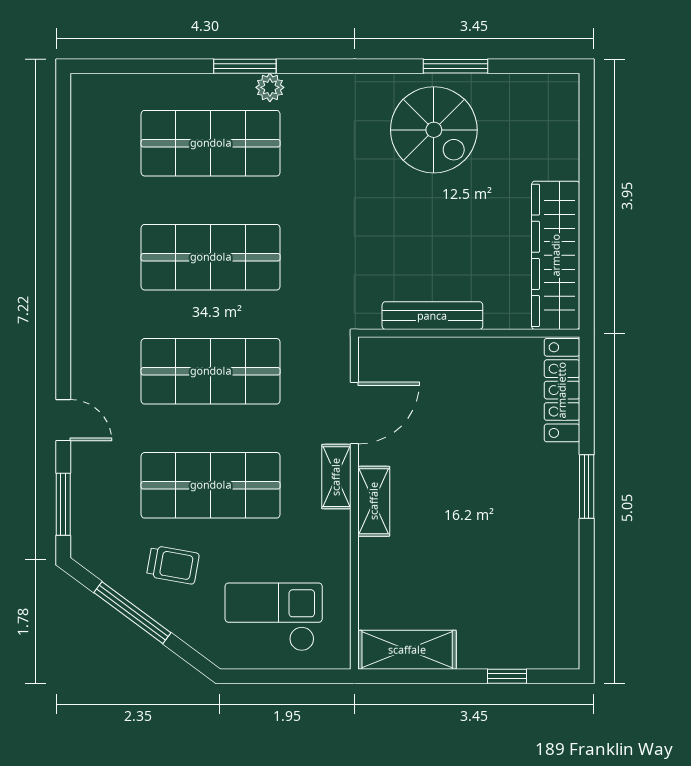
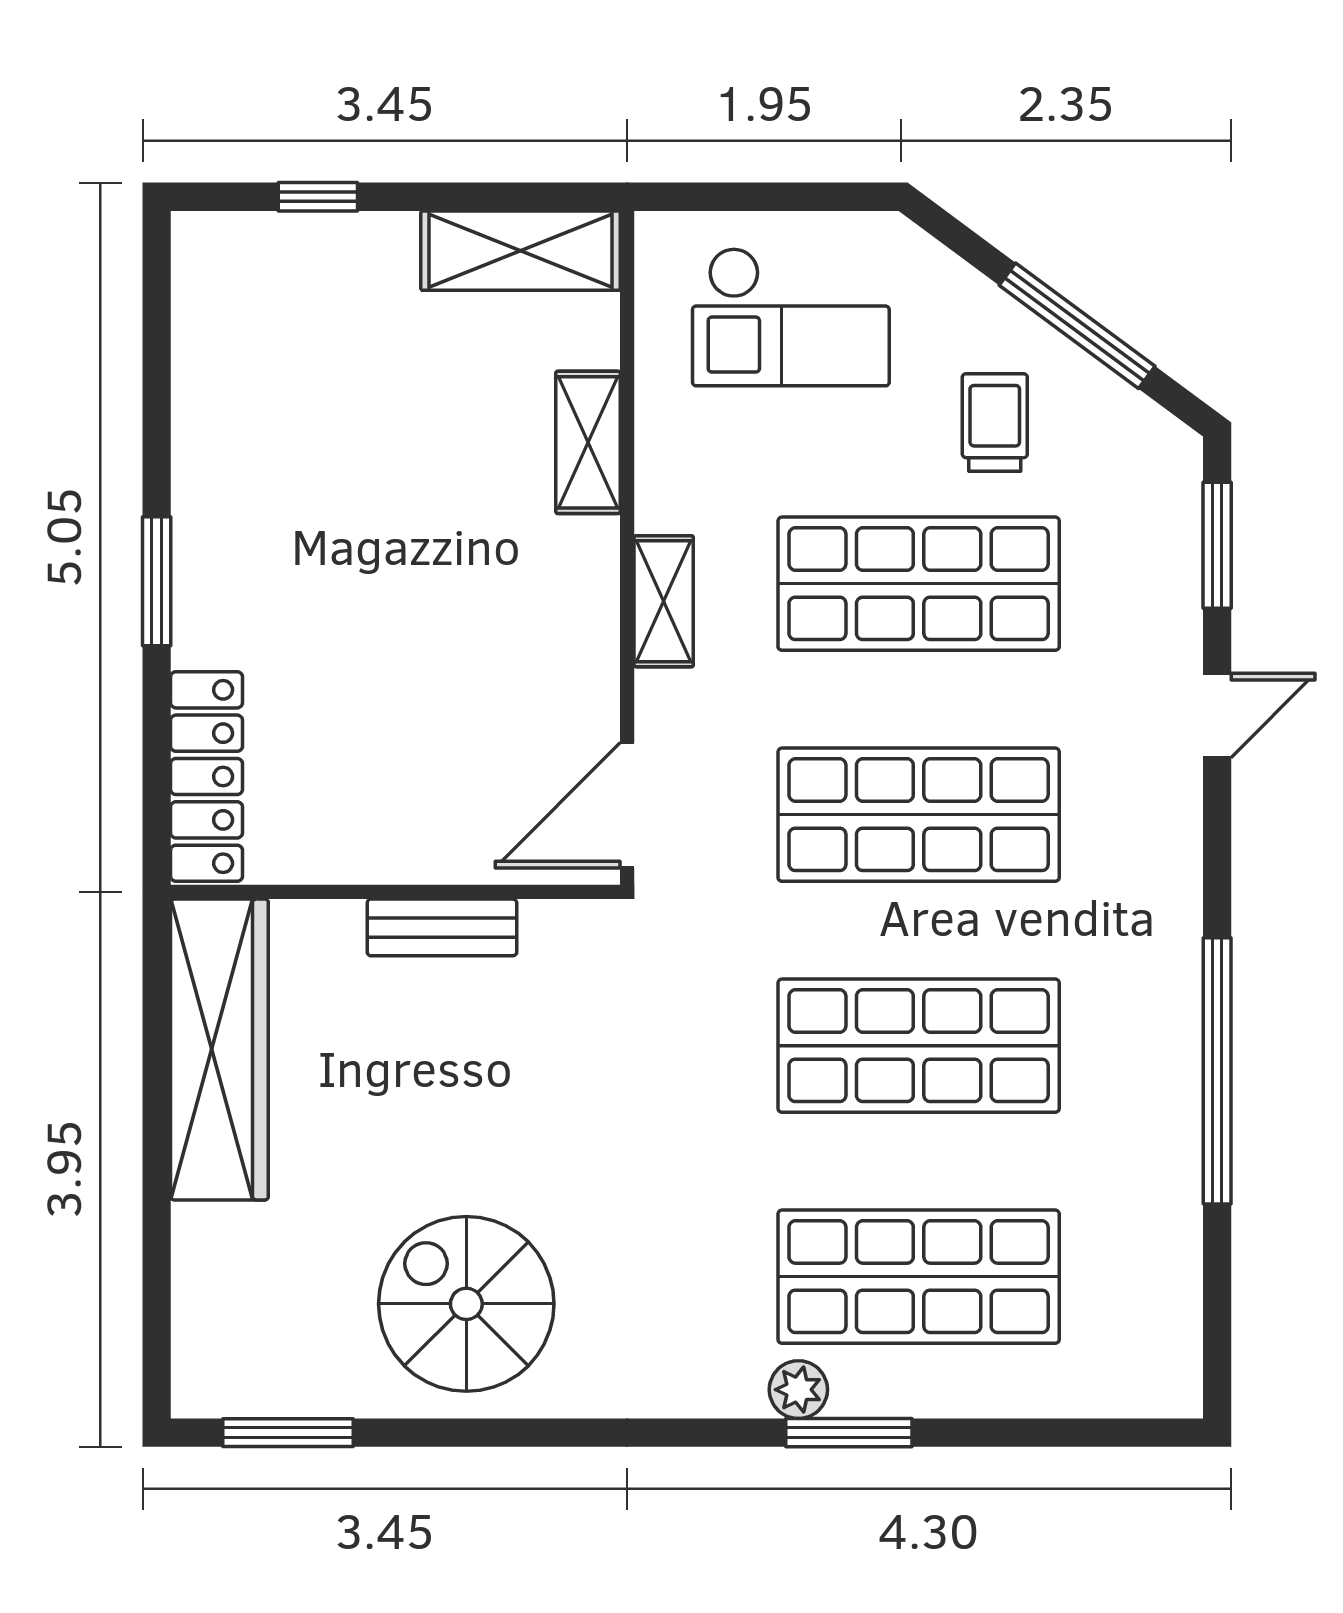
window: (455, 66) -> (288, 1433), moved
window: (63, 245) -> (1217, 1071), added
bench: (432, 316) -> (442, 927), width x0.73
door: (354, 413) -> (627, 805), moved
door: (63, 420) -> (1217, 715), swing flipped
shelving: (374, 501) -> (588, 442), moved
trolley: (173, 565) -> (995, 423), turned 80

